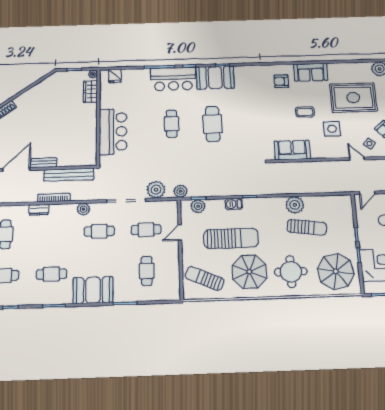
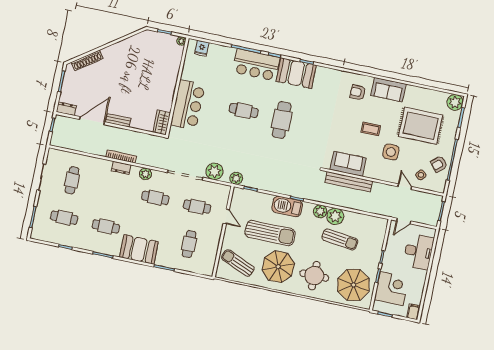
wardrobe: (90, 91) -> (162, 123), moved
cafe table: (172, 124) -> (244, 110), turned 90
bench: (69, 175) -> (349, 182), moved
barbecue: (234, 204) -> (287, 206), width x1.88, depth x1.53
plant: (198, 206) -> (320, 211), moved
dresser: (39, 210) -> (121, 168), moved
door: (180, 232) -> (226, 216), swing flipped

